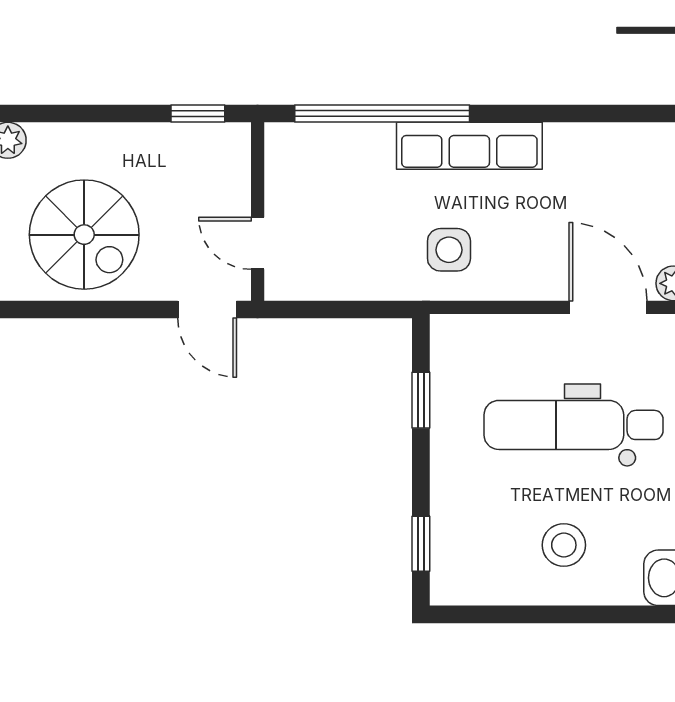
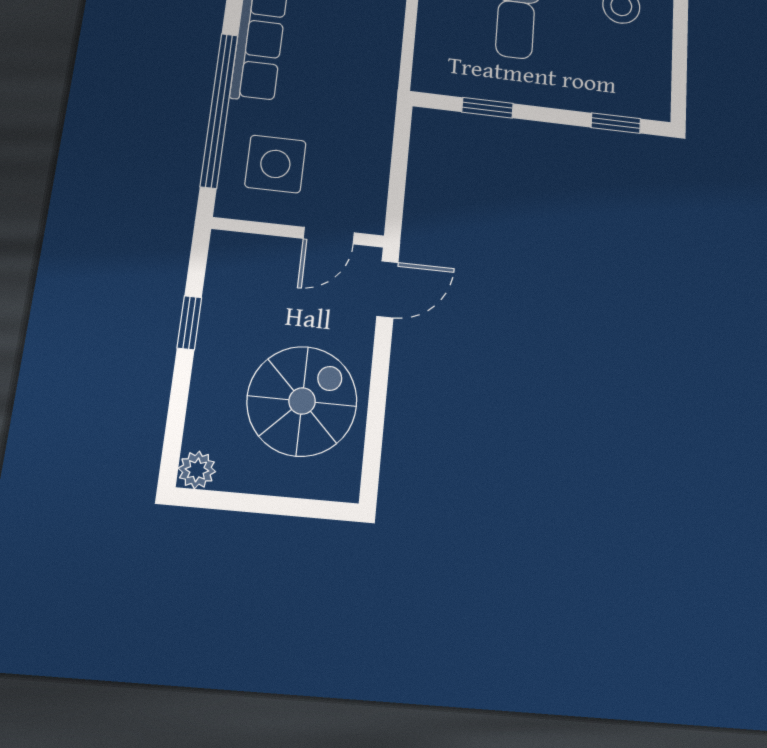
window: (198, 113) -> (189, 323), moved
side table: (449, 250) -> (275, 164), moved, width x1.37, depth x1.37

